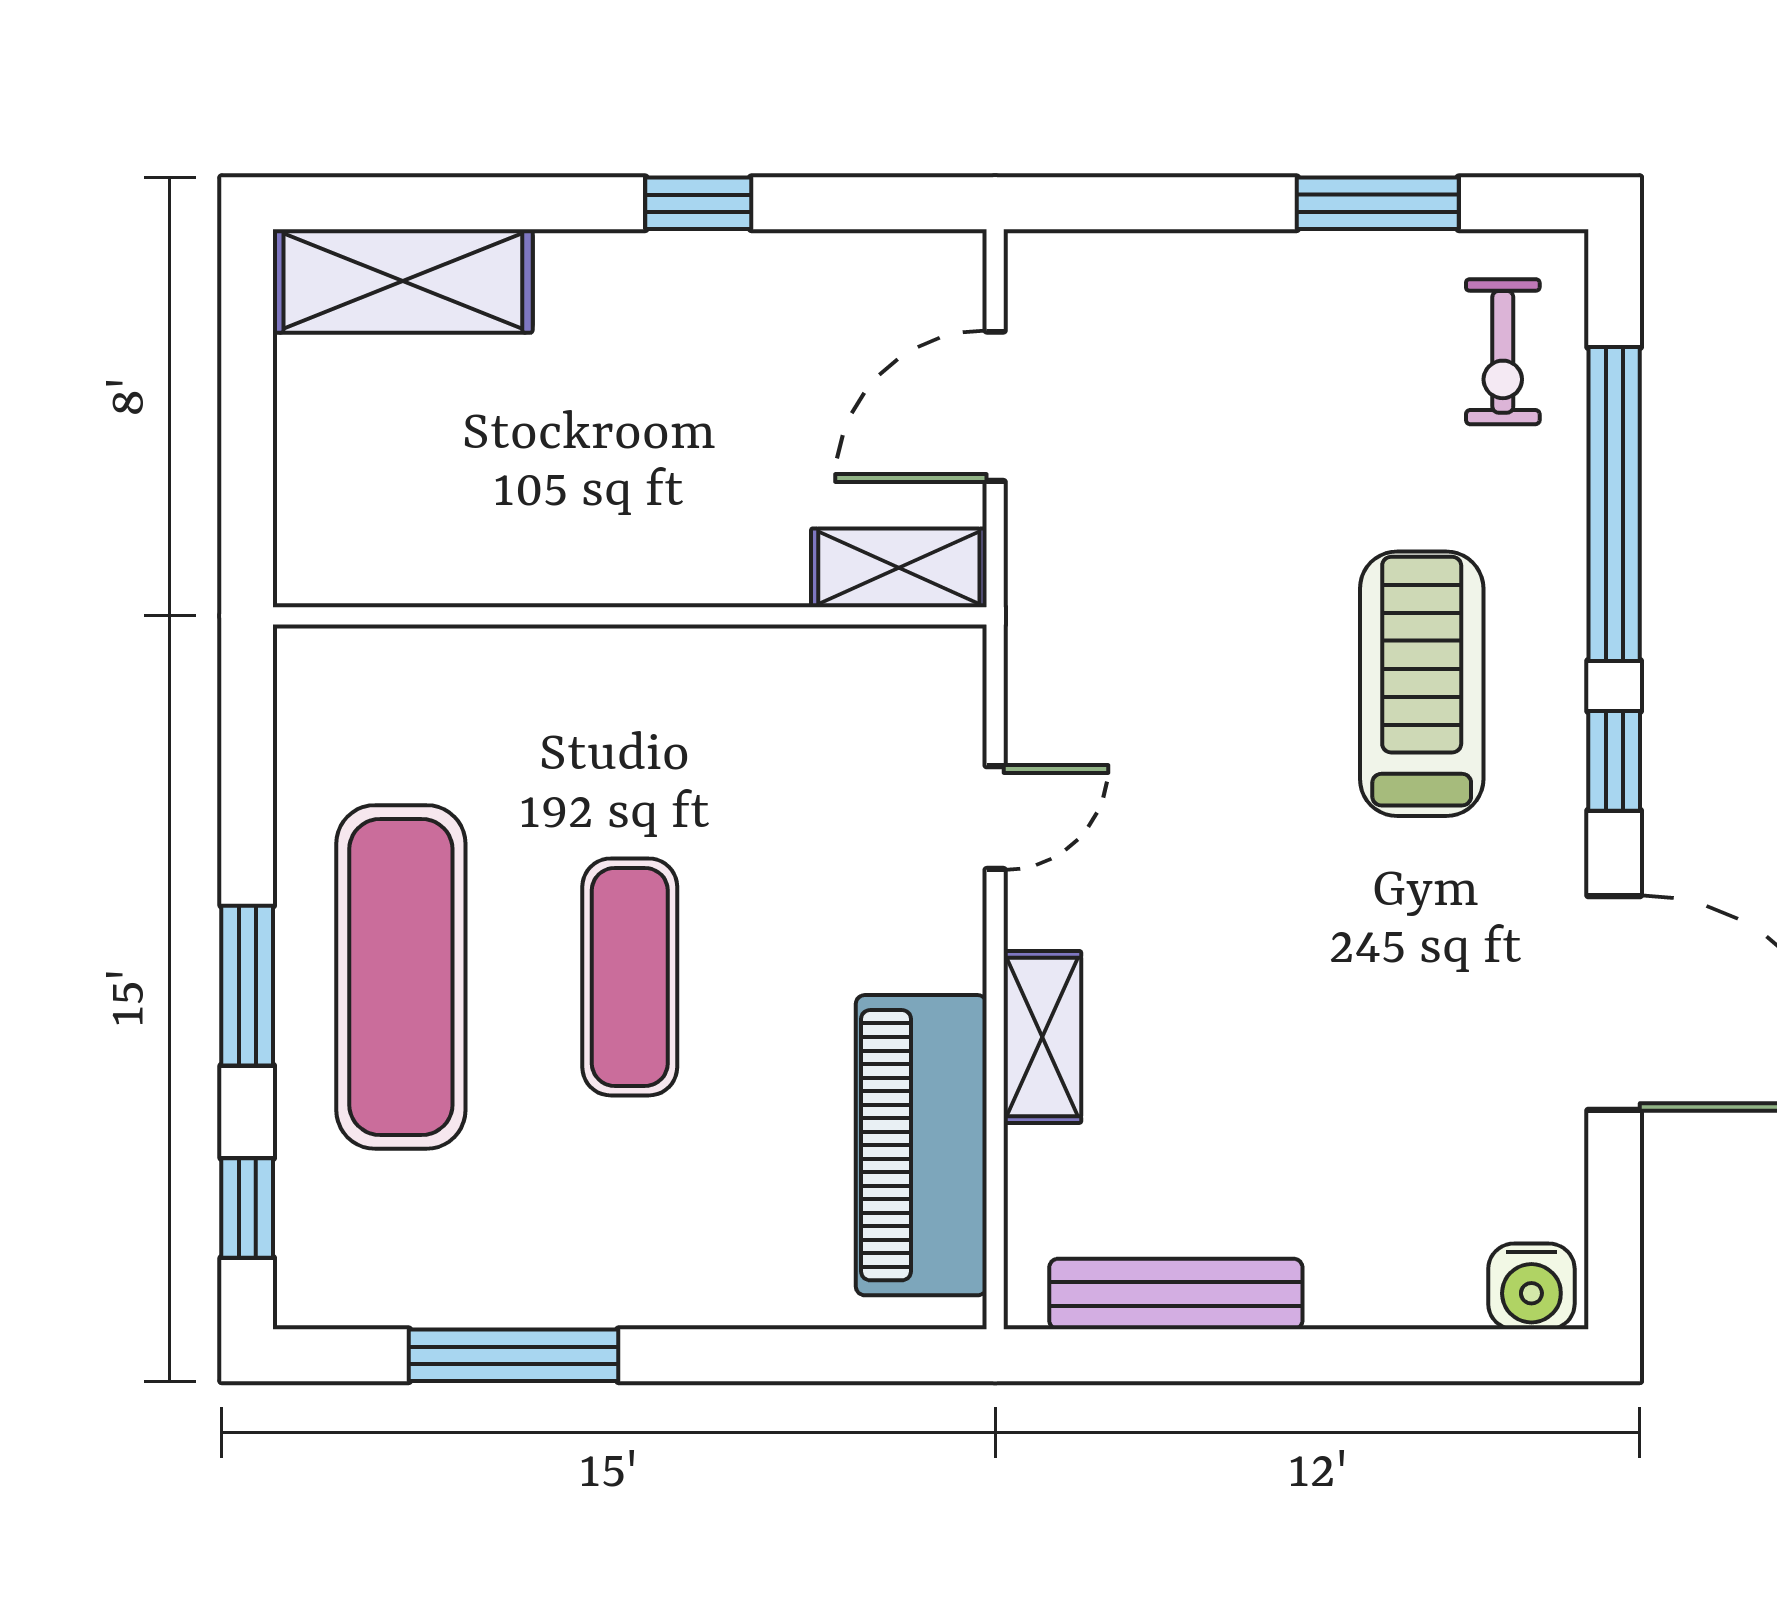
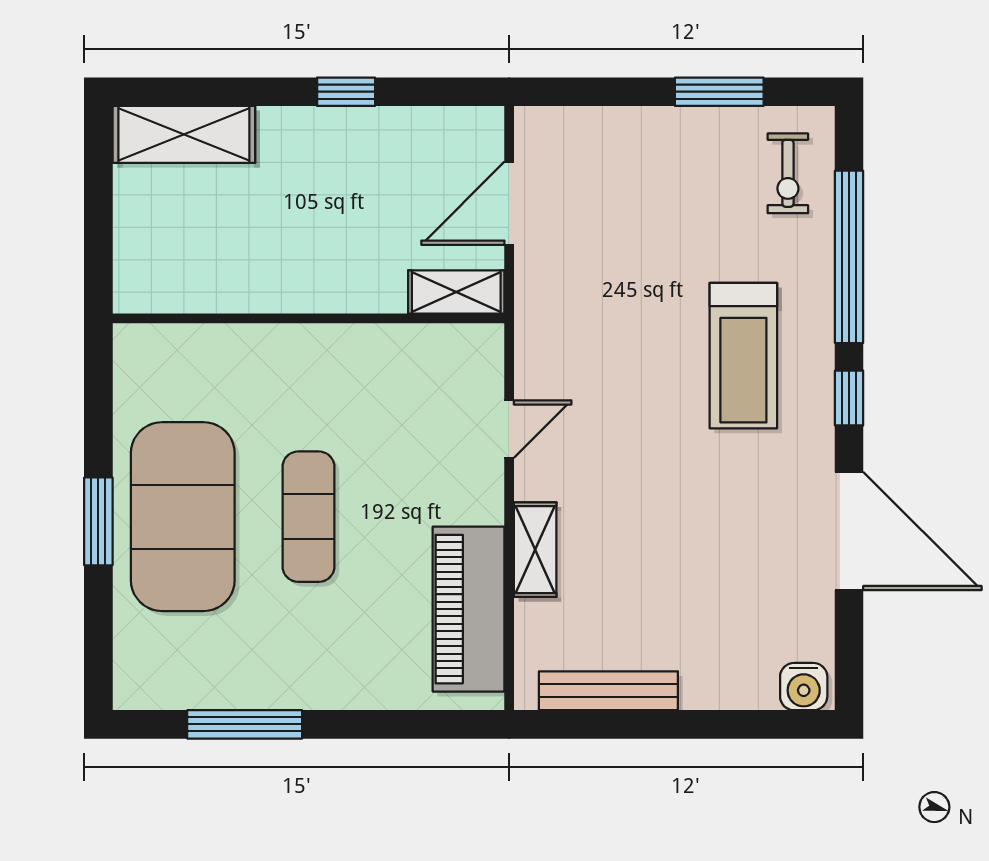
treadmill: (1422, 684) -> (743, 356), turned 180
exercise mat: (401, 977) -> (183, 517), width x1.47
window: (247, 1208) -> (98, 644), removed

